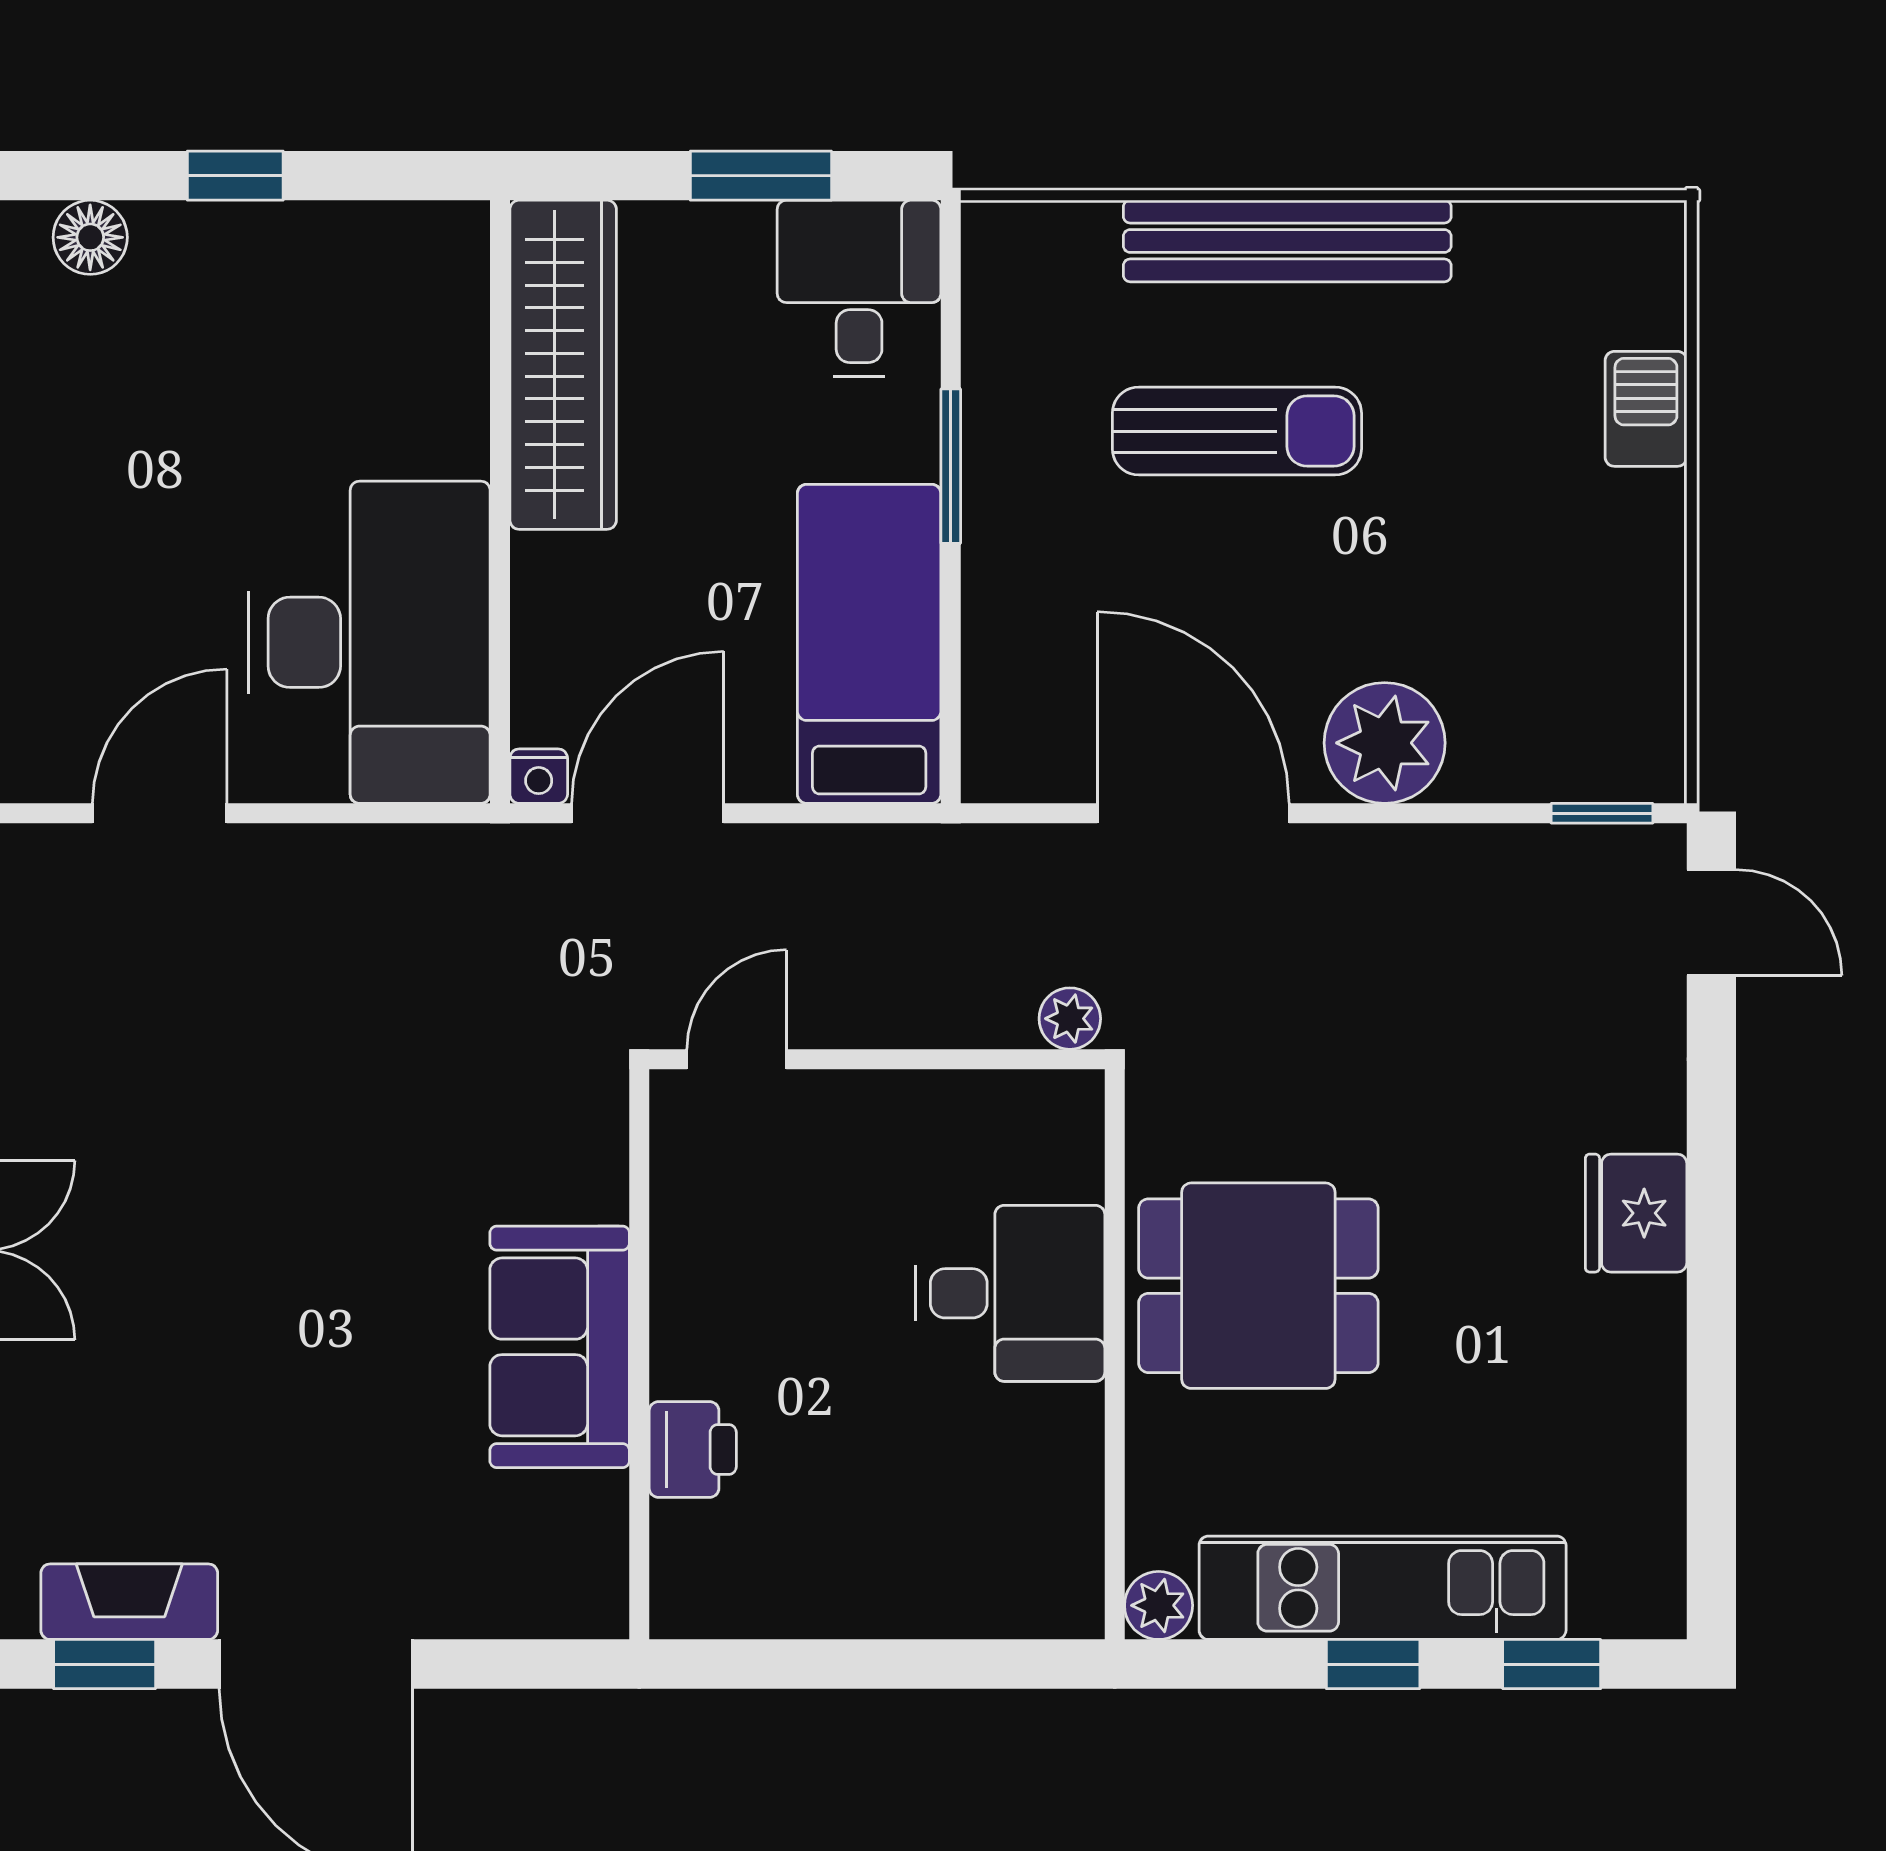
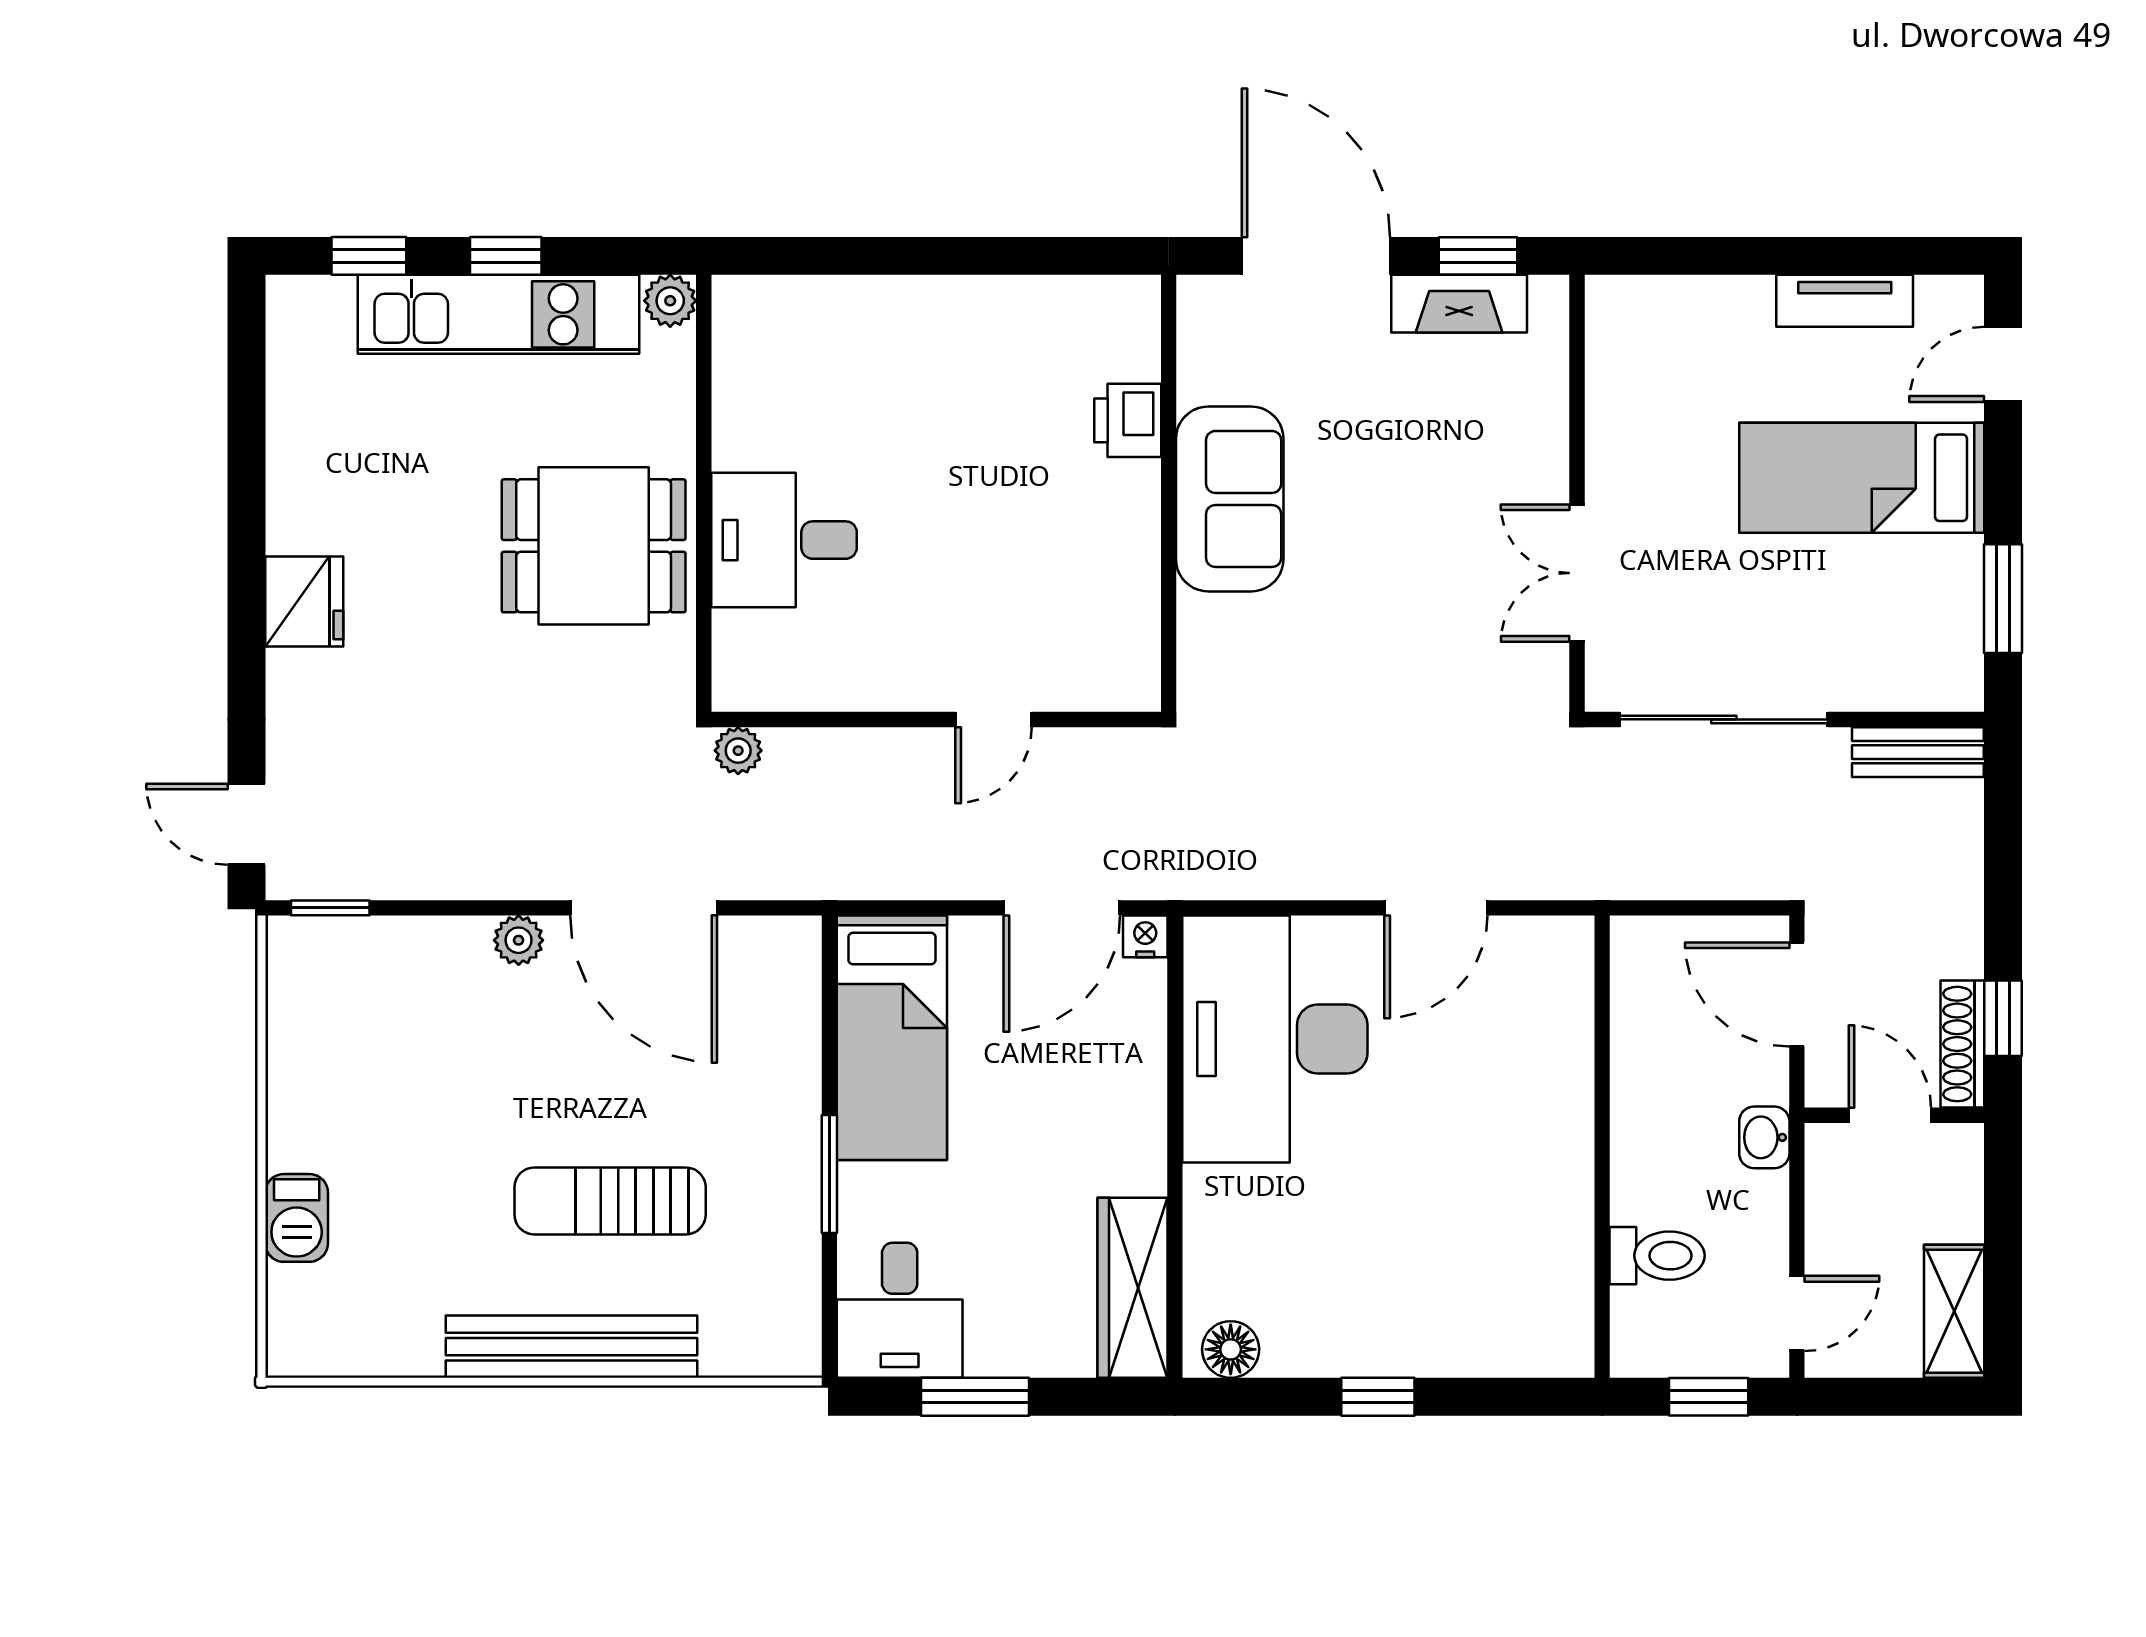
floor lamp: (90, 237) -> (1231, 1349), moved
wardrobe: (563, 365) -> (1133, 1288), width x0.71, depth x0.85
plant: (1385, 743) -> (519, 940), width x0.53, depth x0.53
sofa: (560, 1347) -> (1230, 499), moved
wall: (639, 1354) -> (1169, 493), moved
printer: (693, 1449) -> (1128, 420), moved

